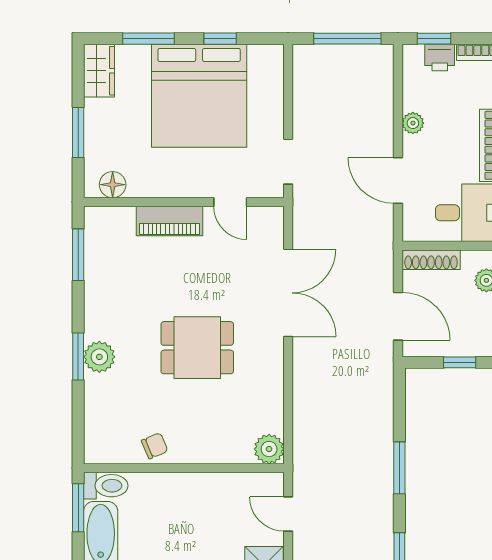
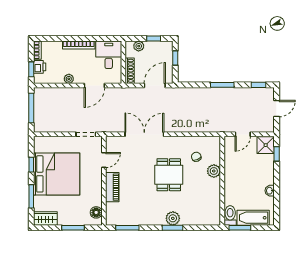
chair: (155, 446) -> (196, 157), moved
plant: (269, 449) -> (214, 171), moved

